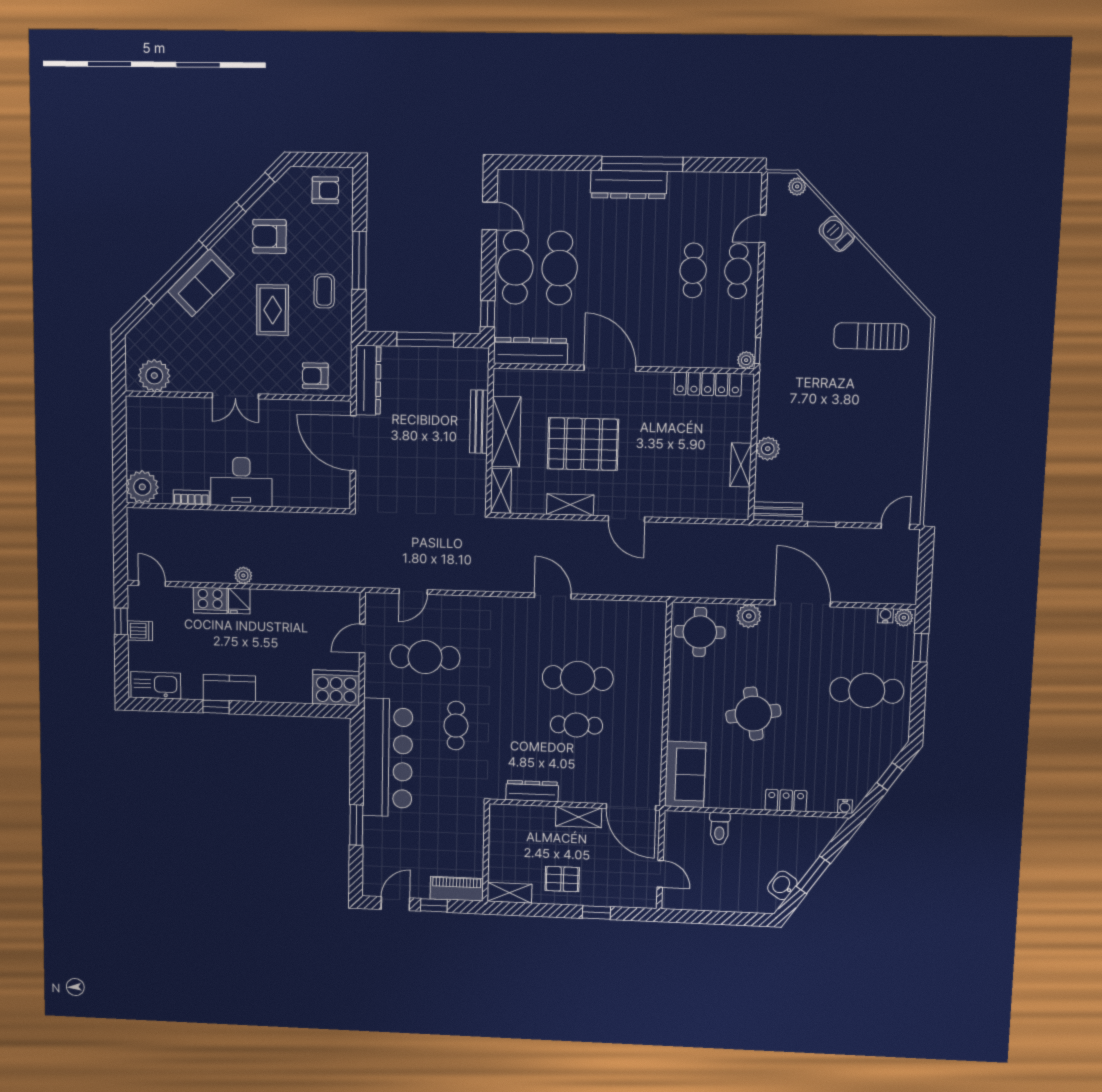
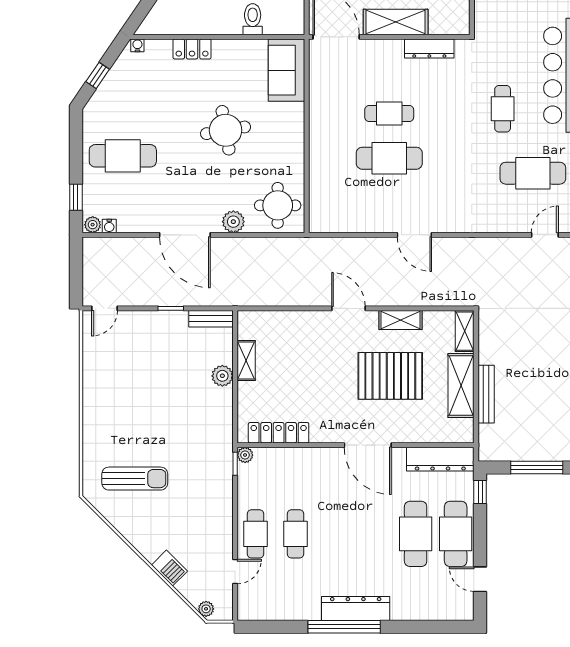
shelving: (579, 817) -> (396, 22), width x1.50, depth x1.33

